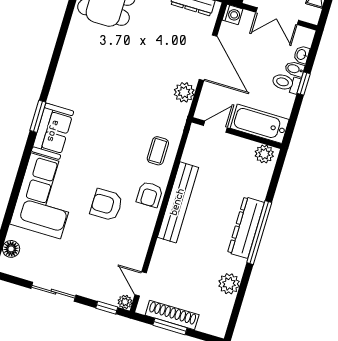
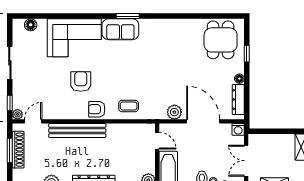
door: (208, 58) -> (203, 121), swing flipped
bench: (178, 202) -> (77, 130), moved

